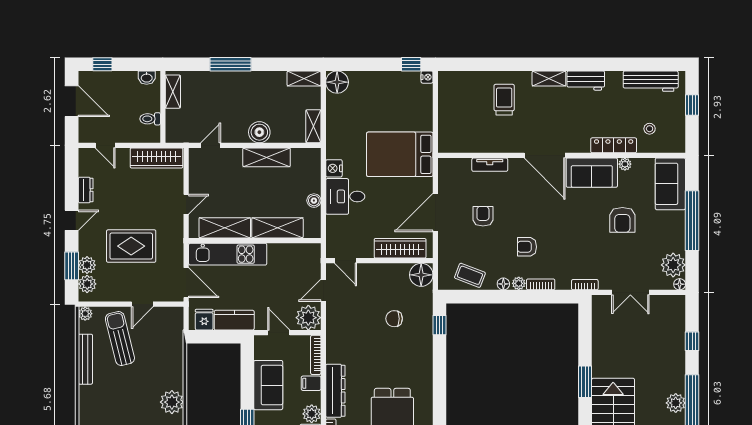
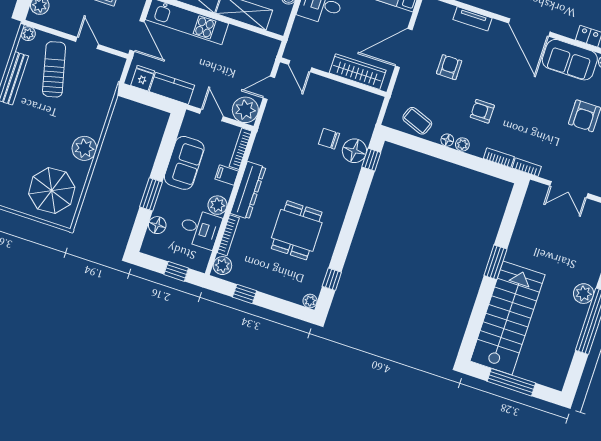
floor lamp: (421, 275) -> (354, 151), moved
bookcase: (541, 284) -> (499, 158), moved
door: (142, 304) -> (87, 43), swing flipped
plant: (676, 403) -> (584, 294), moved

